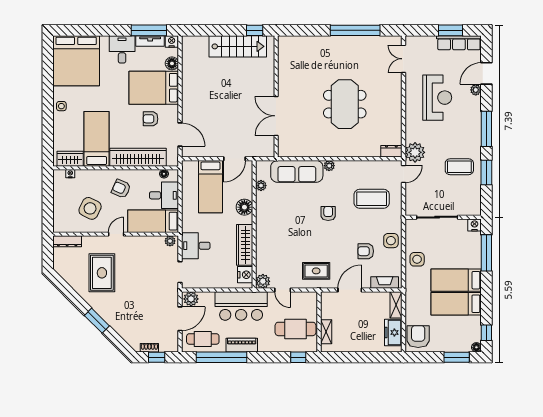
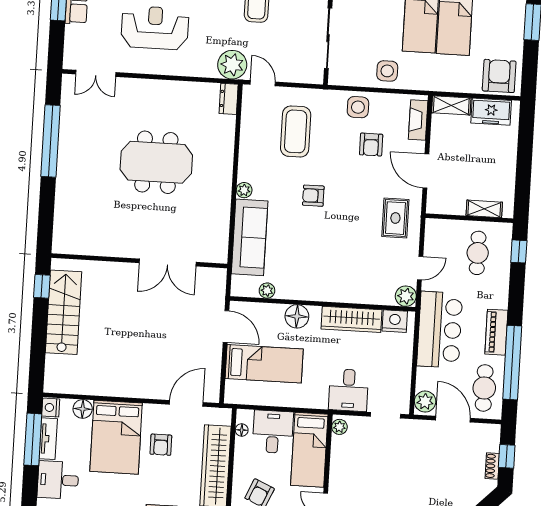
cafe table: (296, 329) -> (478, 253), width x0.73, depth x0.74
armchair: (418, 337) -> (499, 76), turned 90

